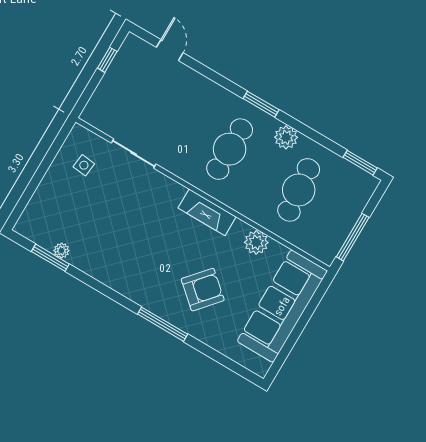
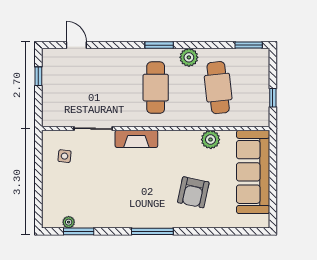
fireplace: (207, 212) -> (136, 139), moved
window: (353, 237) -> (273, 98), width x0.46
plant: (62, 251) -> (69, 222), moved
armchair: (203, 290) -> (193, 192), turned 151
window: (163, 324) -> (152, 231), moved

